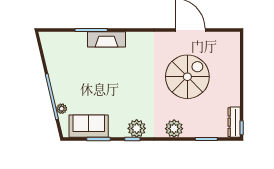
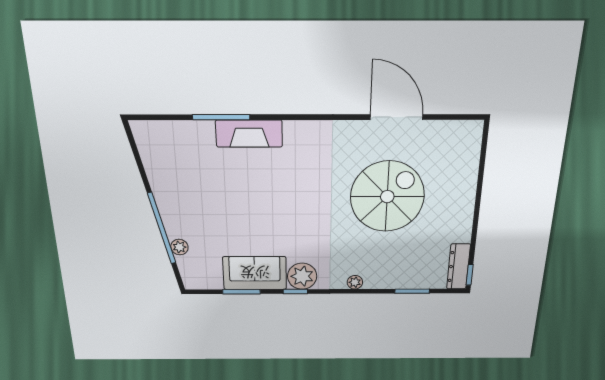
sofa: (89, 126) -> (255, 273), moved
plant: (174, 129) -> (355, 282), width x0.53, depth x0.53

